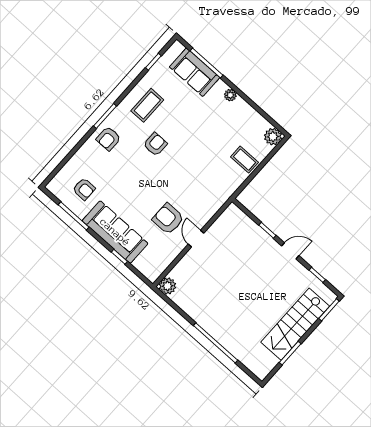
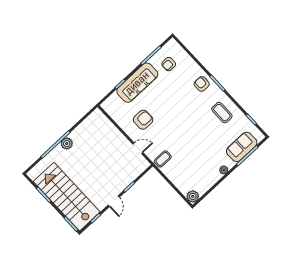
armchair: (155, 144) -> (195, 116), removed
coffee table: (244, 160) -> (163, 159), moved
door: (196, 239) -> (138, 148), moved
plant: (168, 286) -> (67, 144), moved
stairs: (295, 324) -> (67, 197), width x1.36, depth x1.51

